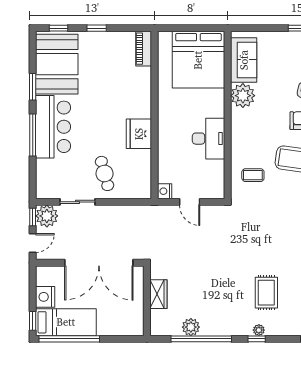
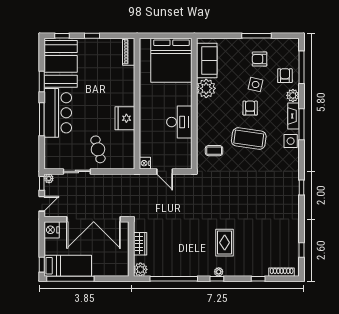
plant: (47, 216) -> (49, 179), width x0.53, depth x0.53
nightstand: (45, 297) -> (52, 230), moved
plant: (191, 327) -> (140, 269), moved

